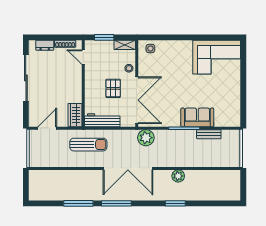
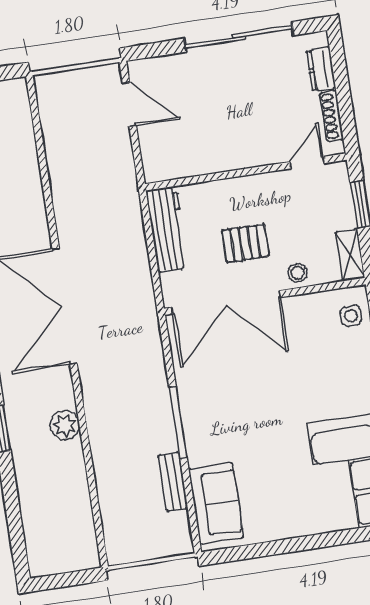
wardrobe: (75, 115) -> (170, 164), removed
sofa: (197, 117) -> (216, 503), moved
plant: (146, 138) -> (142, 337), removed
sun lounger: (88, 145) -> (106, 206), removed

